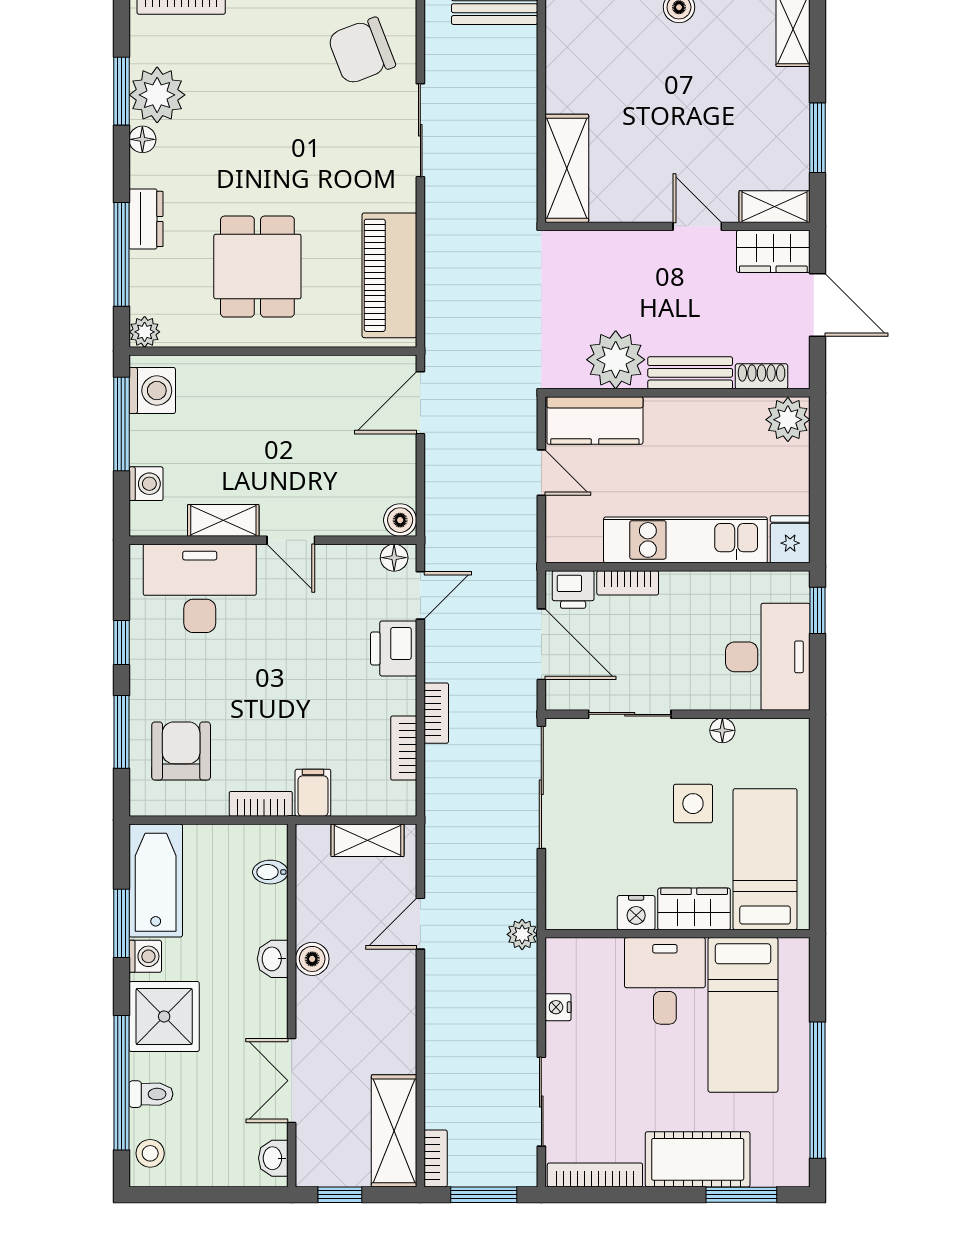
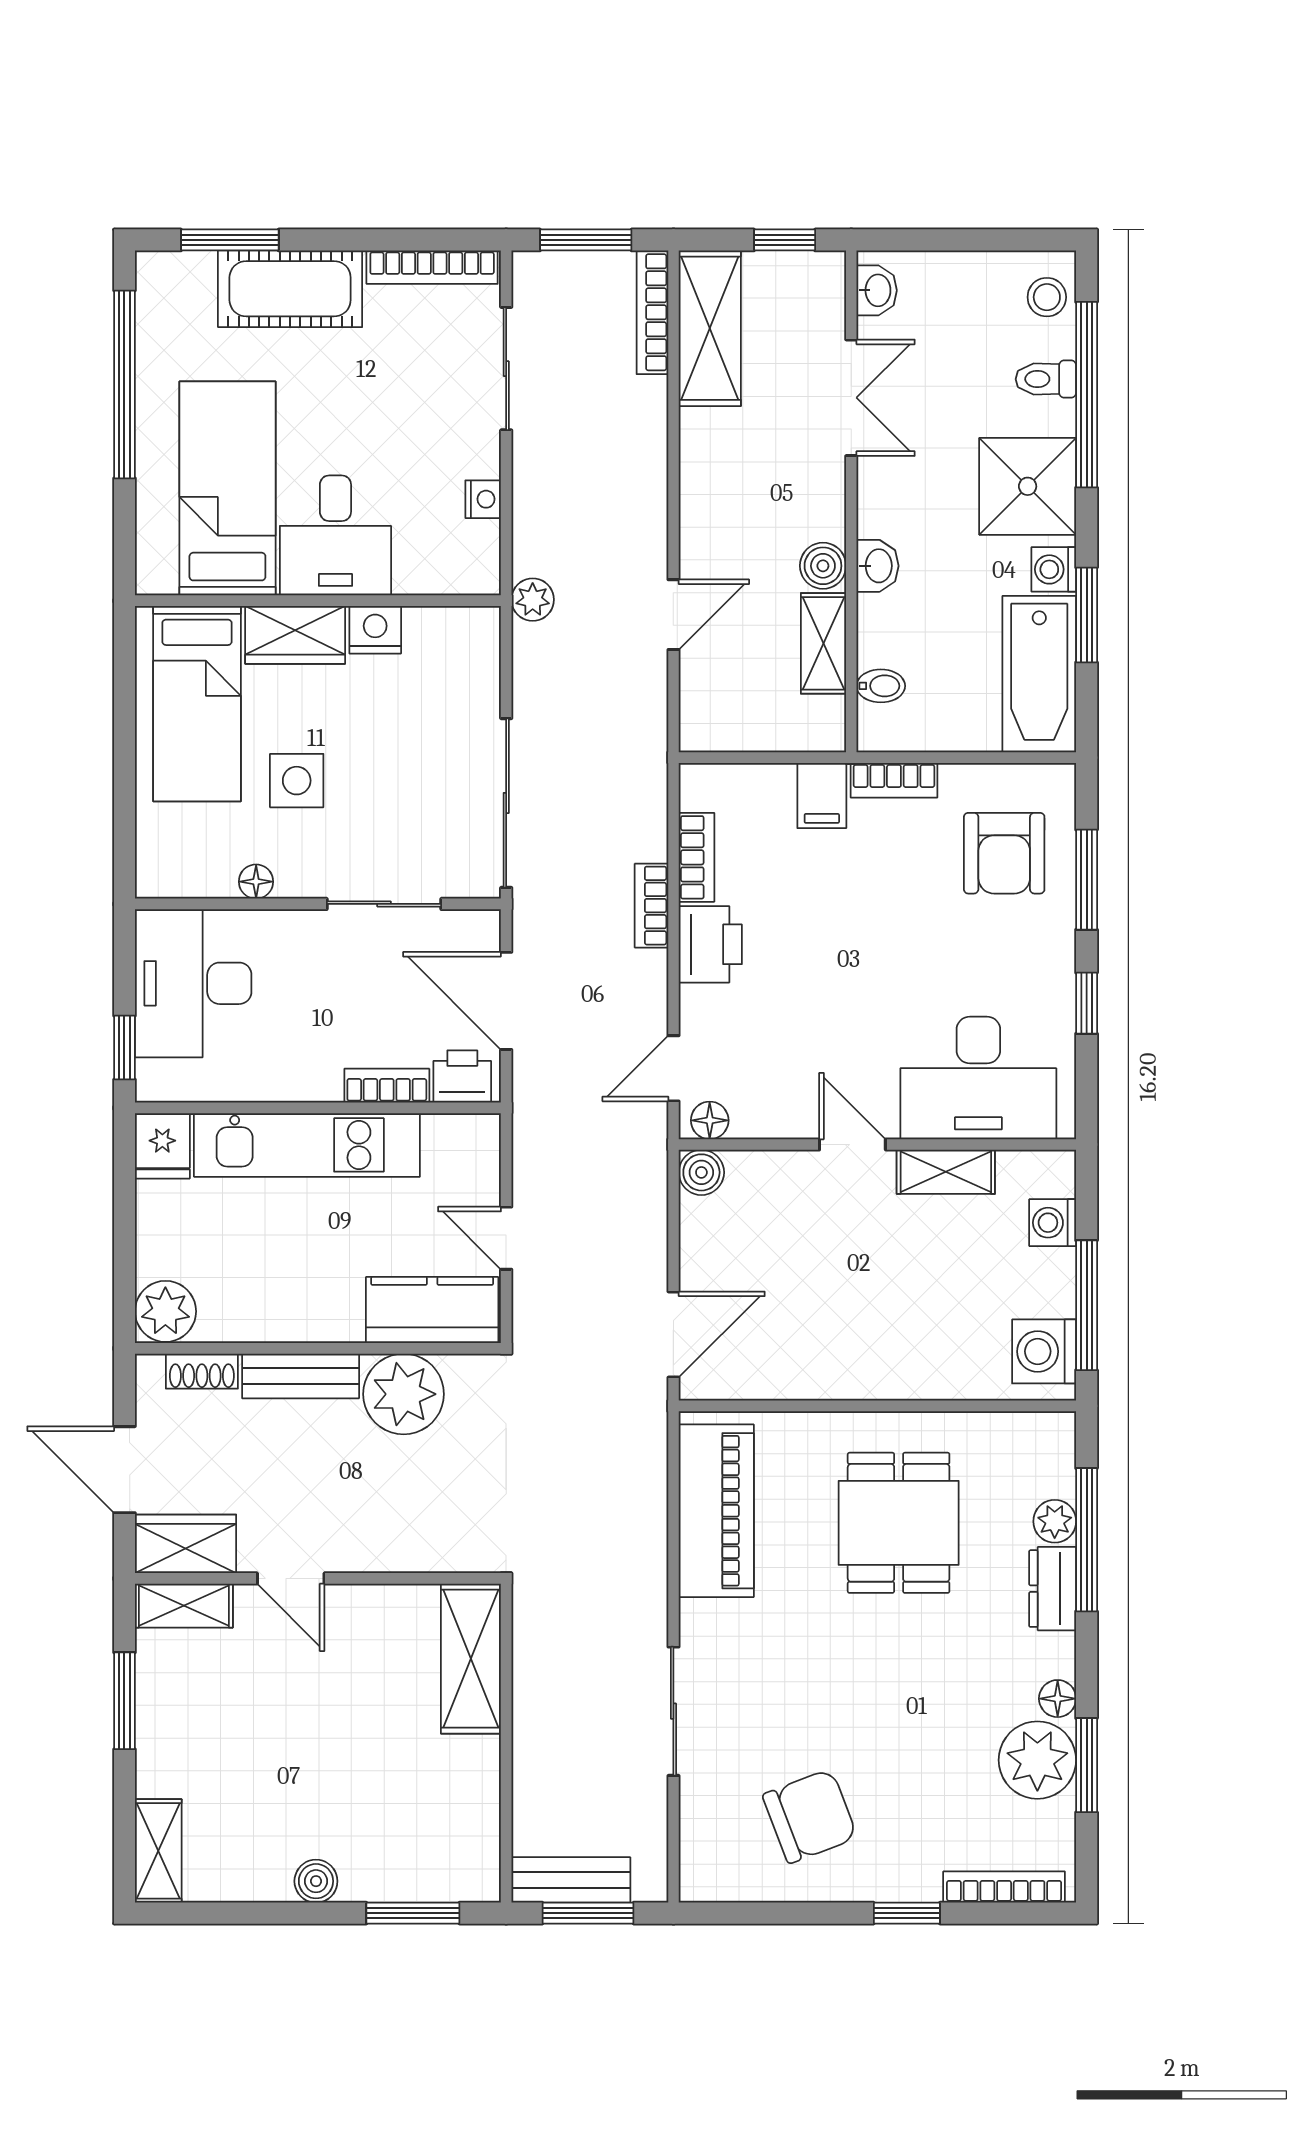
chair: (361, 51) -> (810, 1816), moved
plant: (145, 332) -> (1055, 1521), moved
printer: (394, 648) -> (710, 944), moved
shelving: (368, 840) -> (823, 643), moved, turned 90
bookcase: (436, 1158) -> (652, 312), width x1.56

